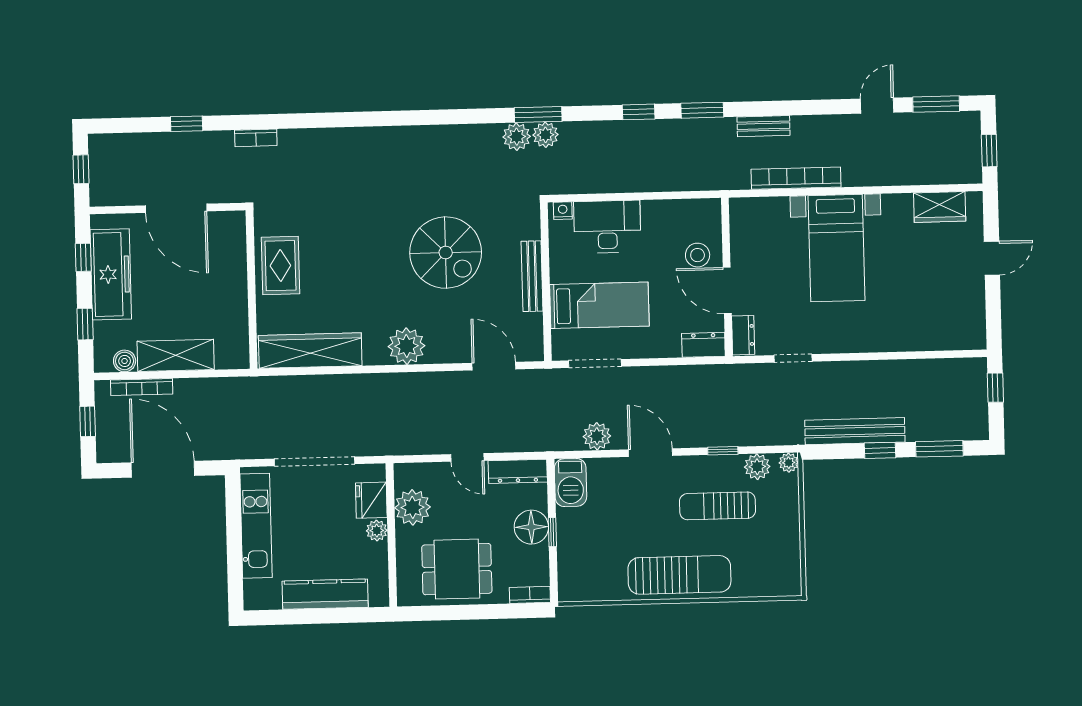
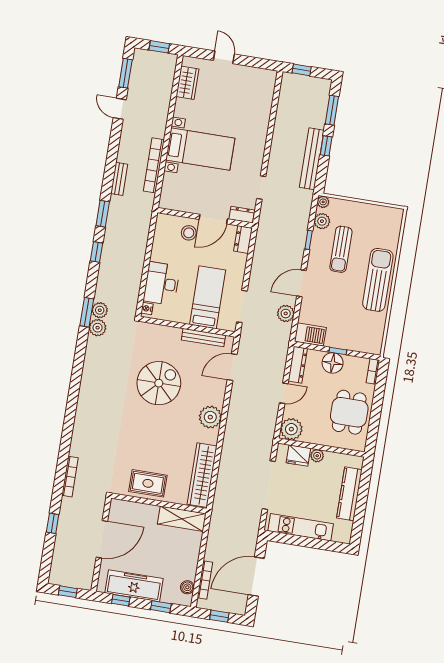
bookcase: (256, 138) -> (70, 477), width x1.56
bench: (532, 276) -> (203, 338), moved
shelving: (176, 355) -> (182, 519), moved, turned 90
plant: (412, 507) -> (291, 429), moved

